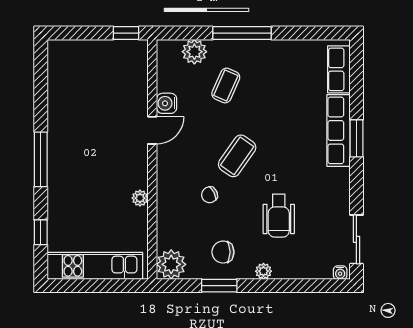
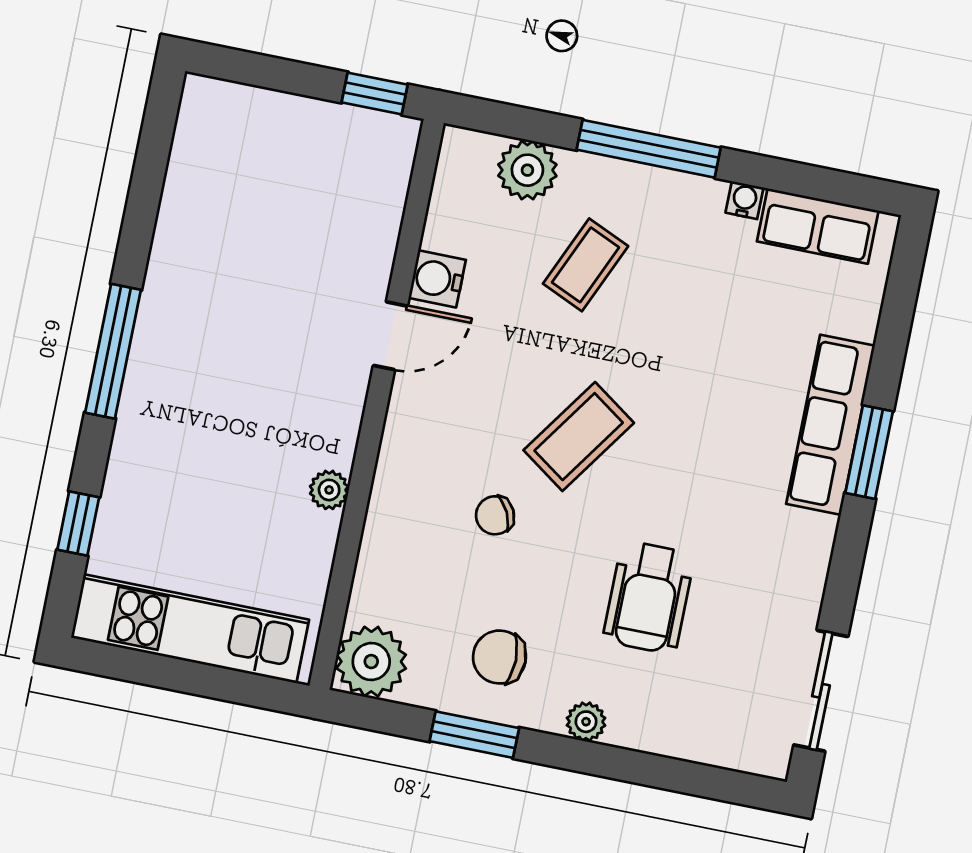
row of seats: (339, 69) -> (818, 226), moved, turned -90
water cooler: (340, 273) -> (744, 200), moved, turned 180

